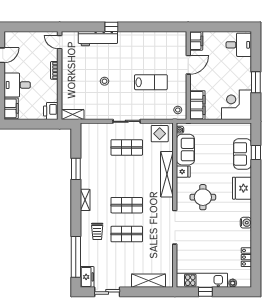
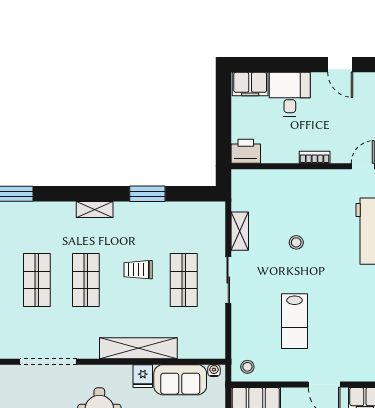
shelving: (73, 115) -> (240, 231), moved
display table: (160, 134) -> (207, 336), removed
trolley: (97, 231) -> (138, 270), moved

